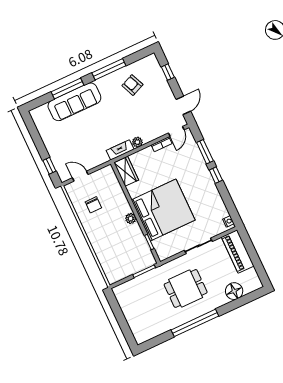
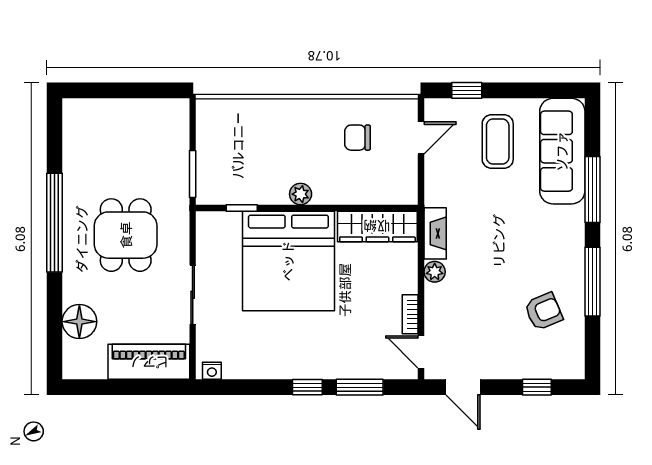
sofa: (74, 102) -> (562, 151), moved
coffee table: (66, 141) -> (498, 142), added
wardrobe: (126, 171) -> (377, 226), width x1.50

